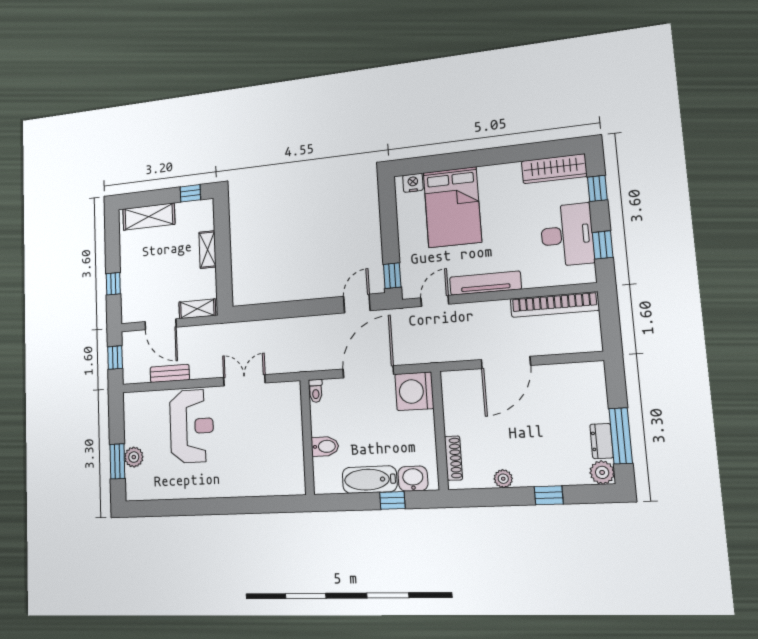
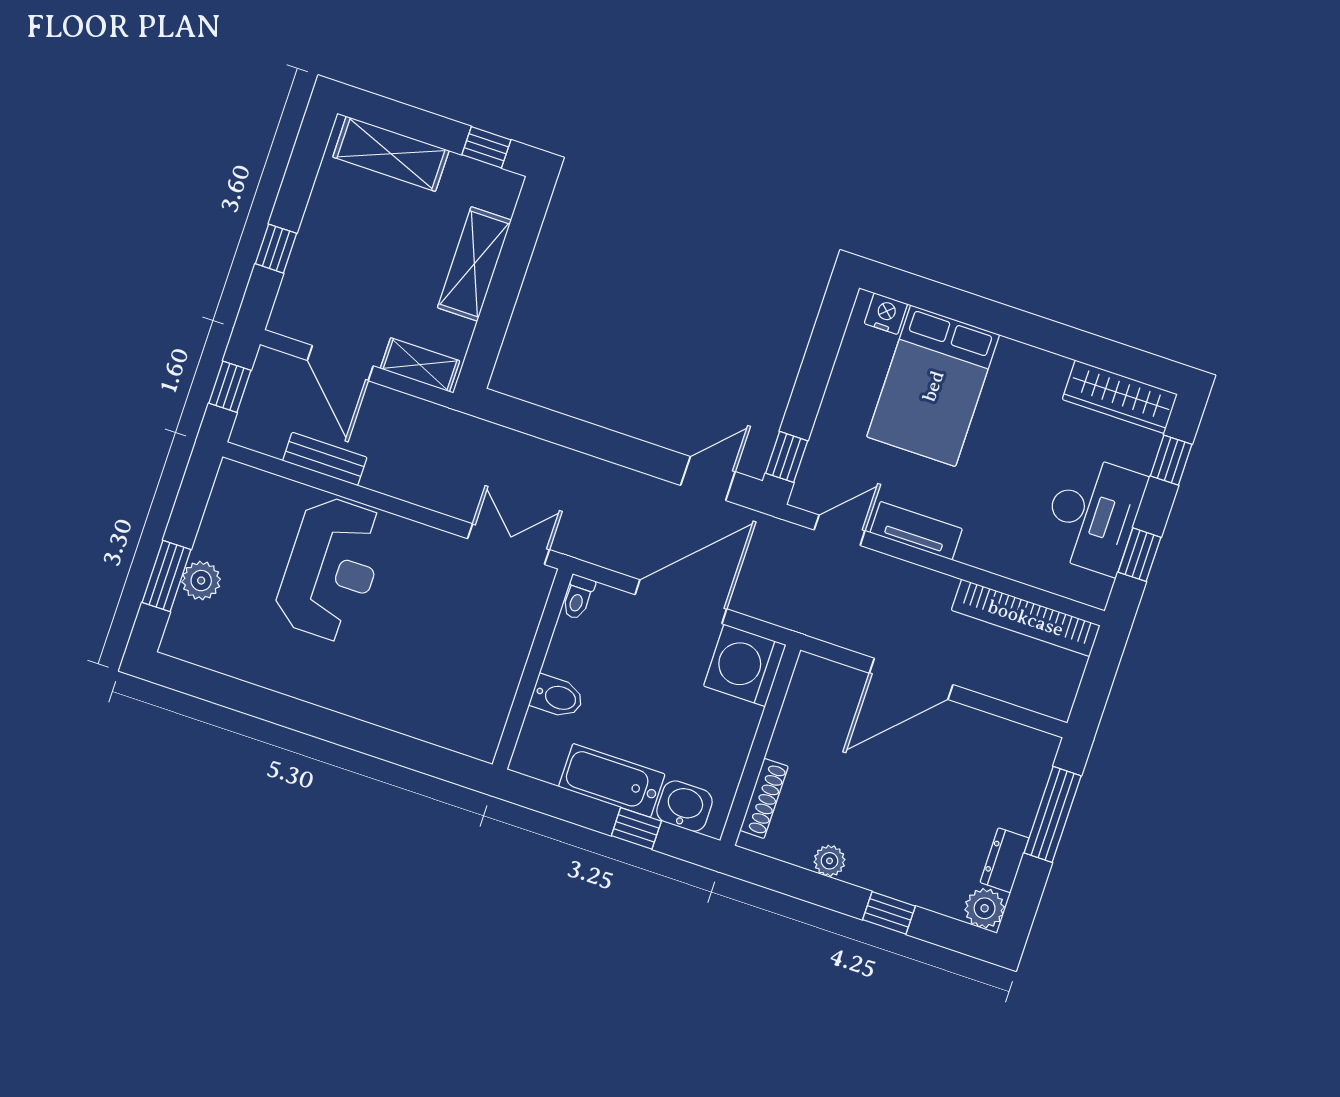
shelving: (207, 250) -> (474, 264), width x1.50, depth x1.33
tv unit: (485, 283) -> (916, 531), width x0.71
double door: (244, 380) -> (508, 544), moved
window: (621, 436) -> (1053, 814), moved

